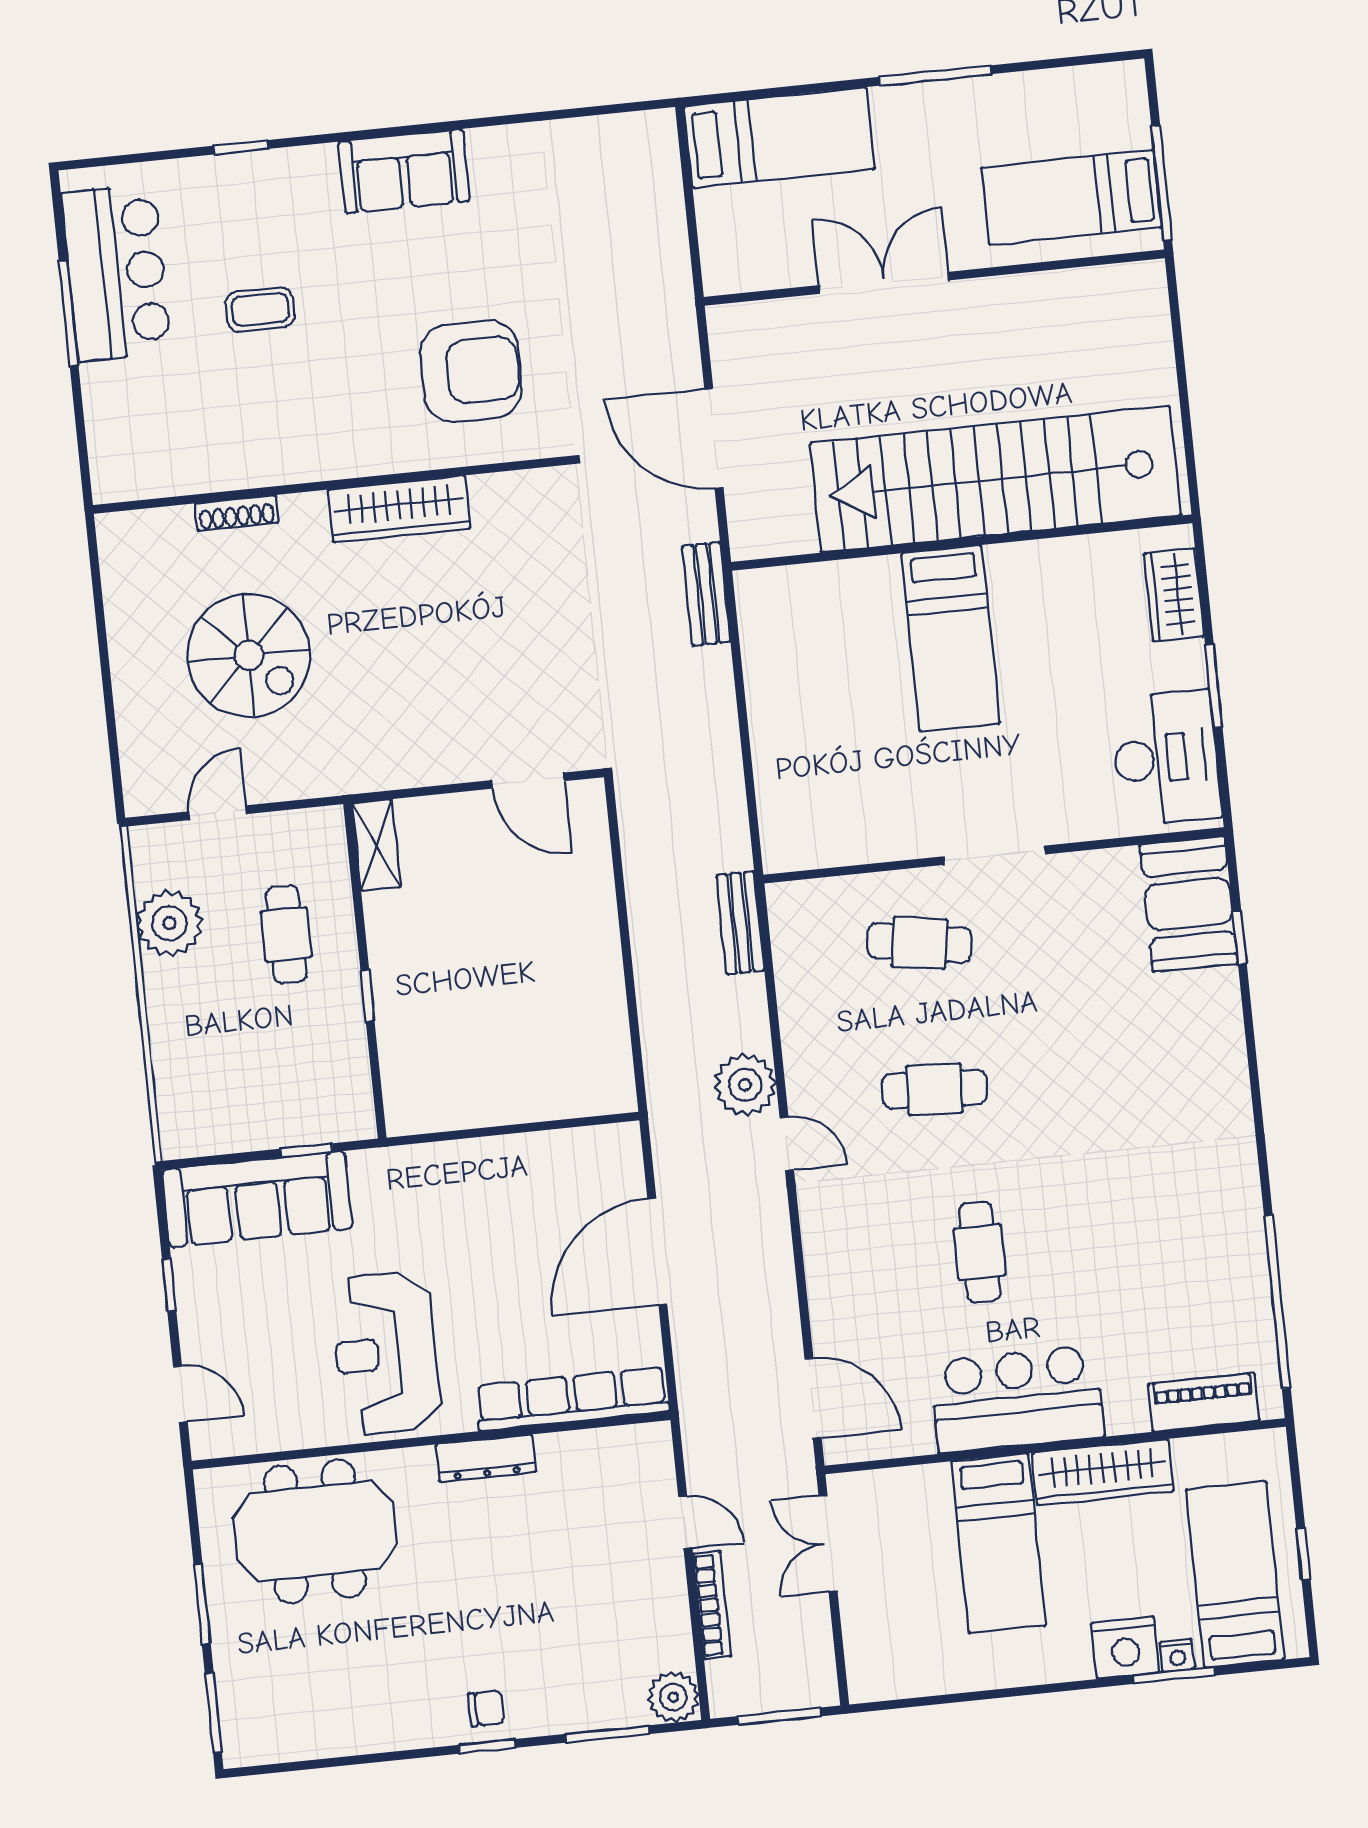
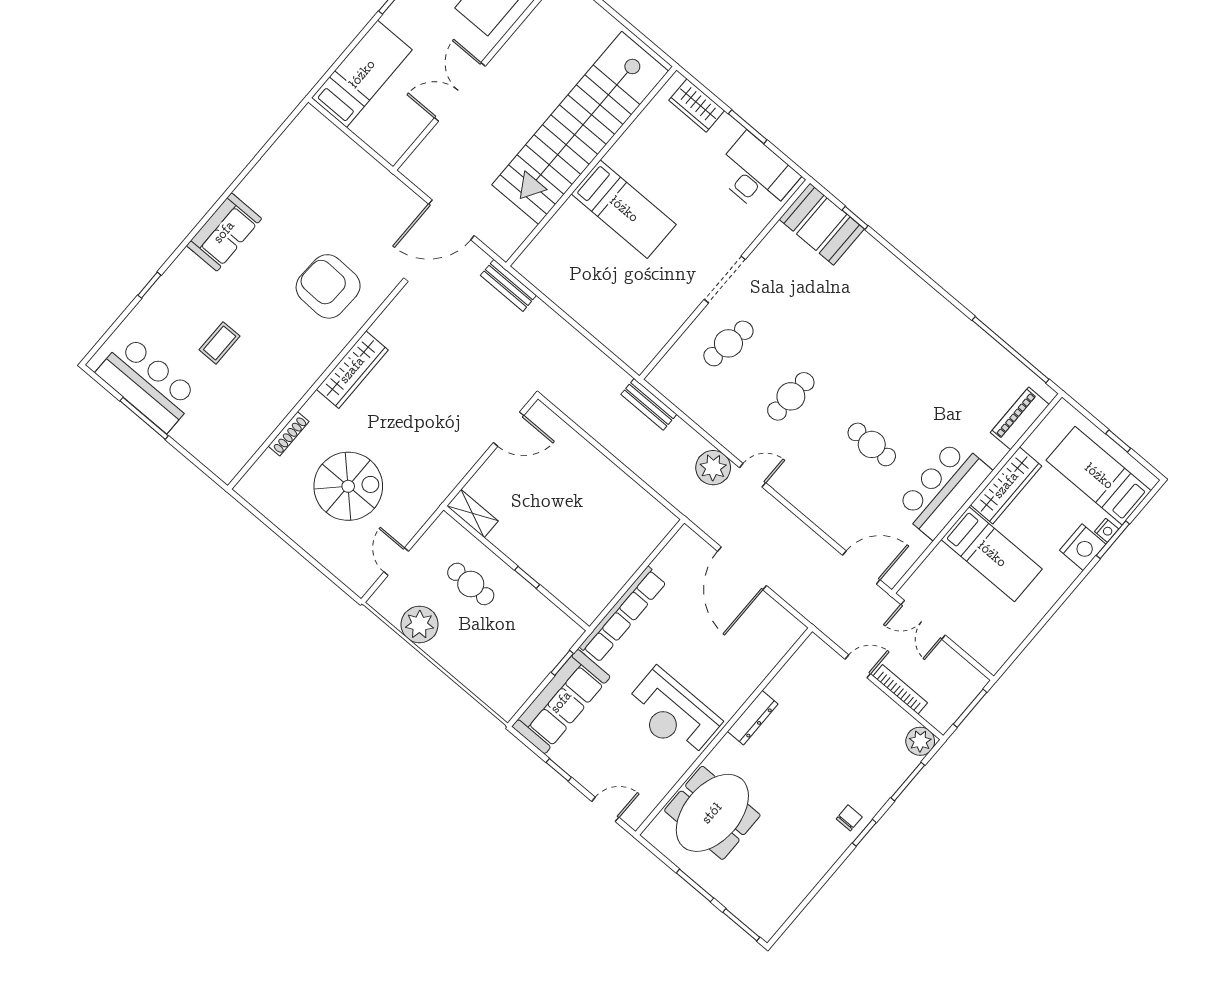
armchair: (471, 371) -> (328, 286), turned -88
row of seats: (572, 1399) -> (623, 614), moved, turned 180

